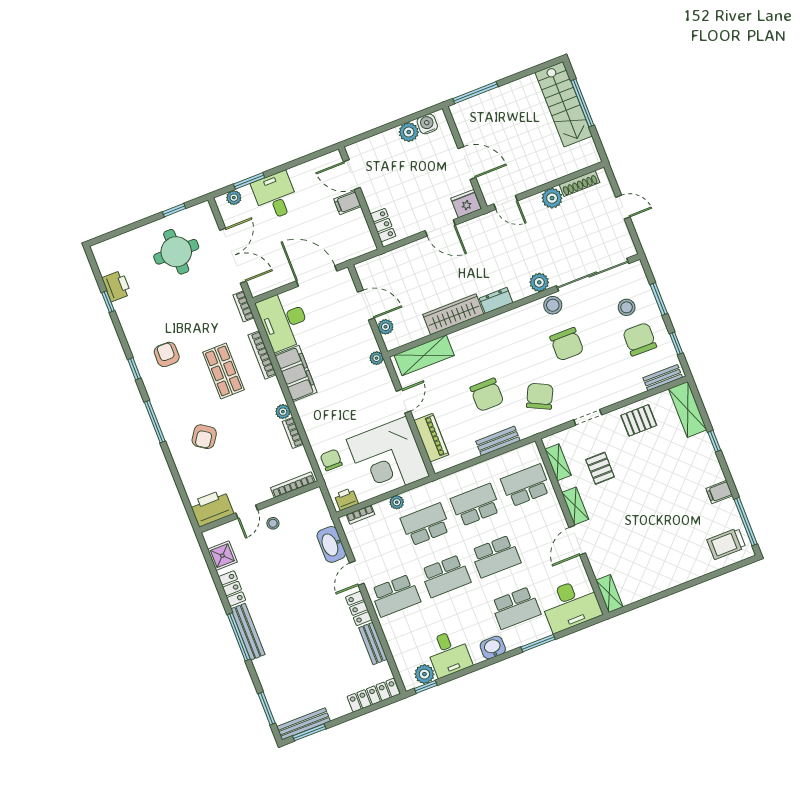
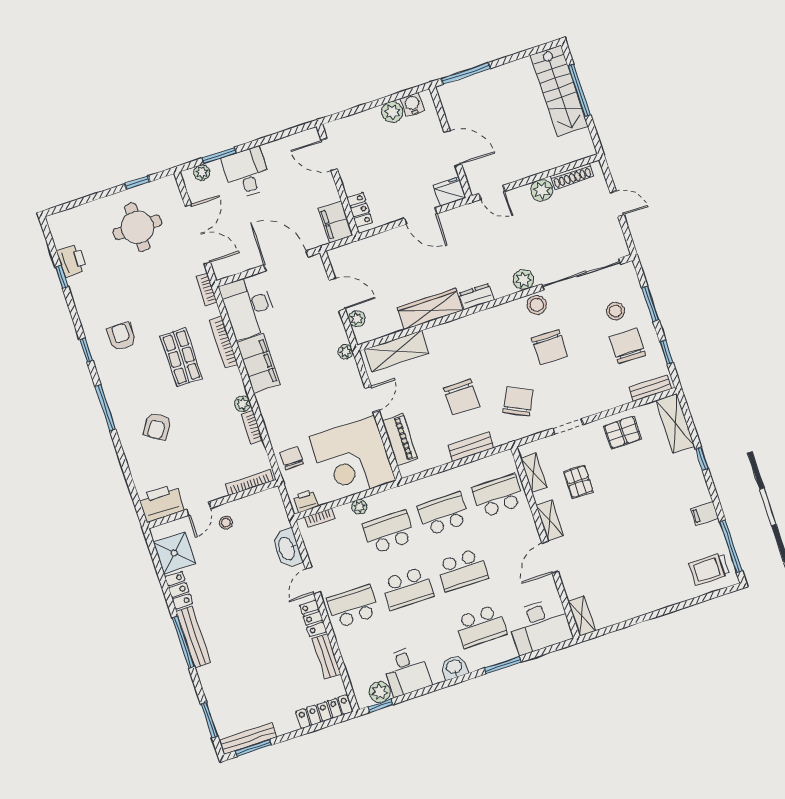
filing cabinet: (347, 203) -> (335, 222), moved, width x2.00
shower: (222, 556) -> (174, 553), width x1.36, depth x1.36
school desk: (396, 595) -> (353, 606), turned 180

